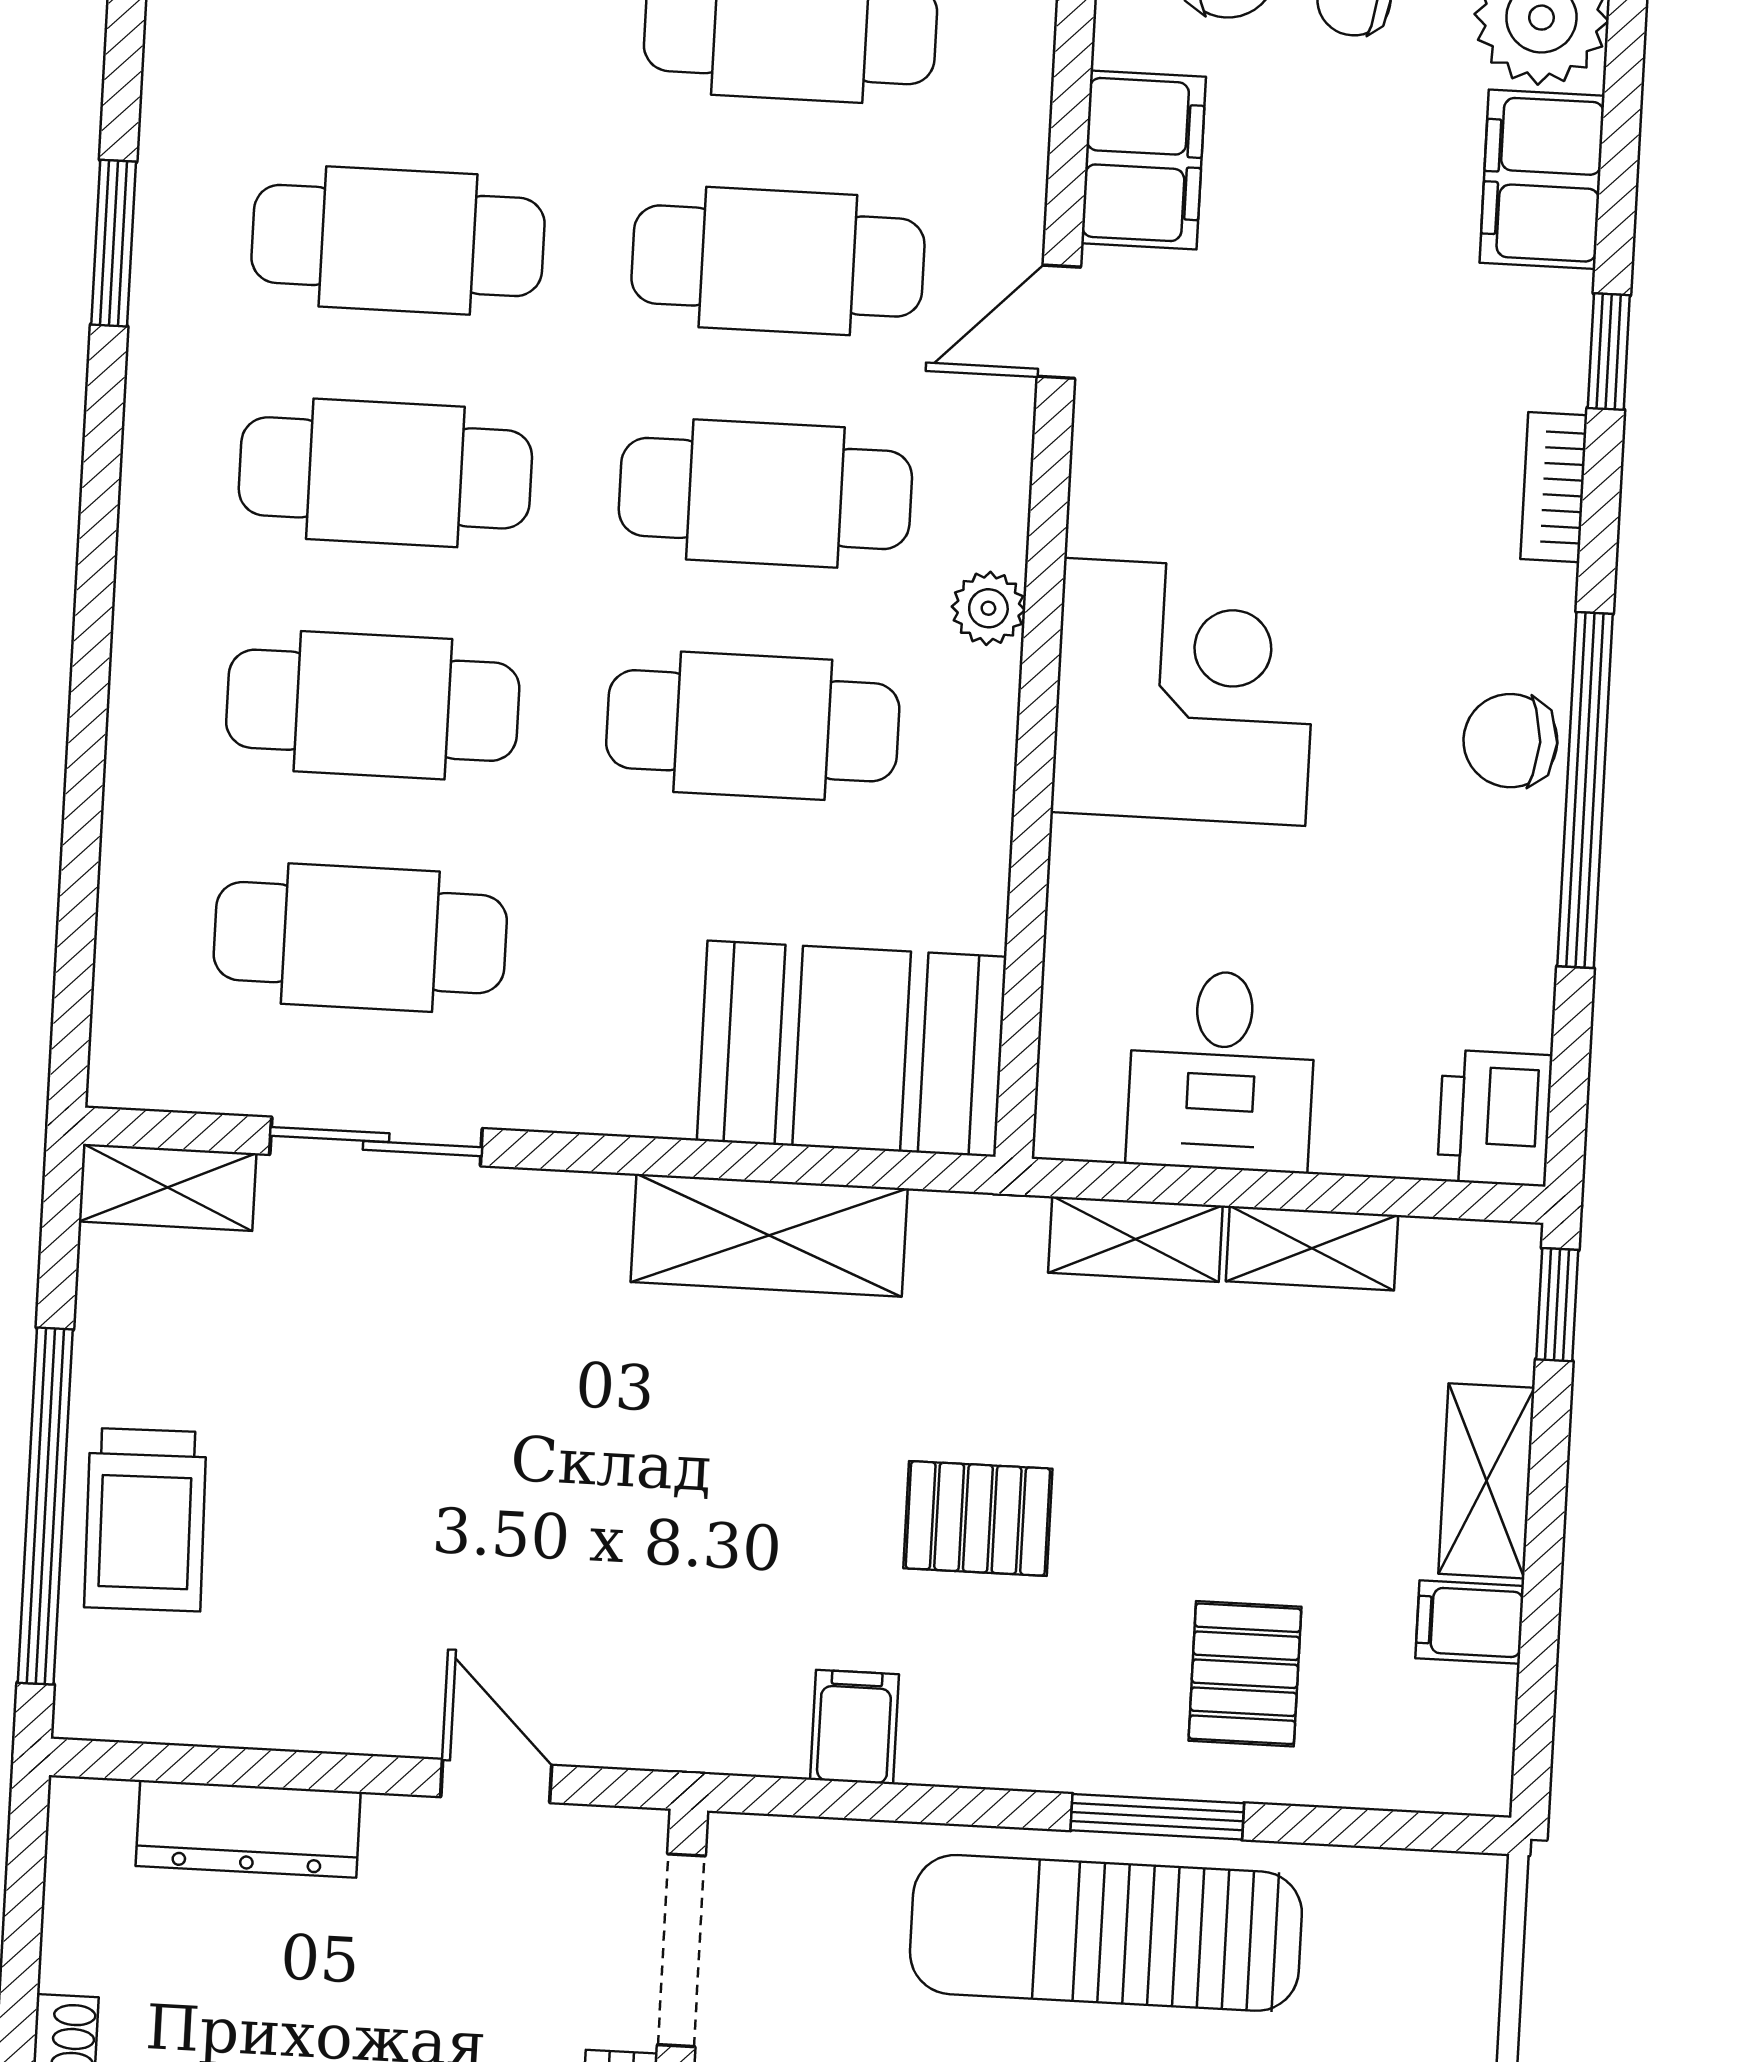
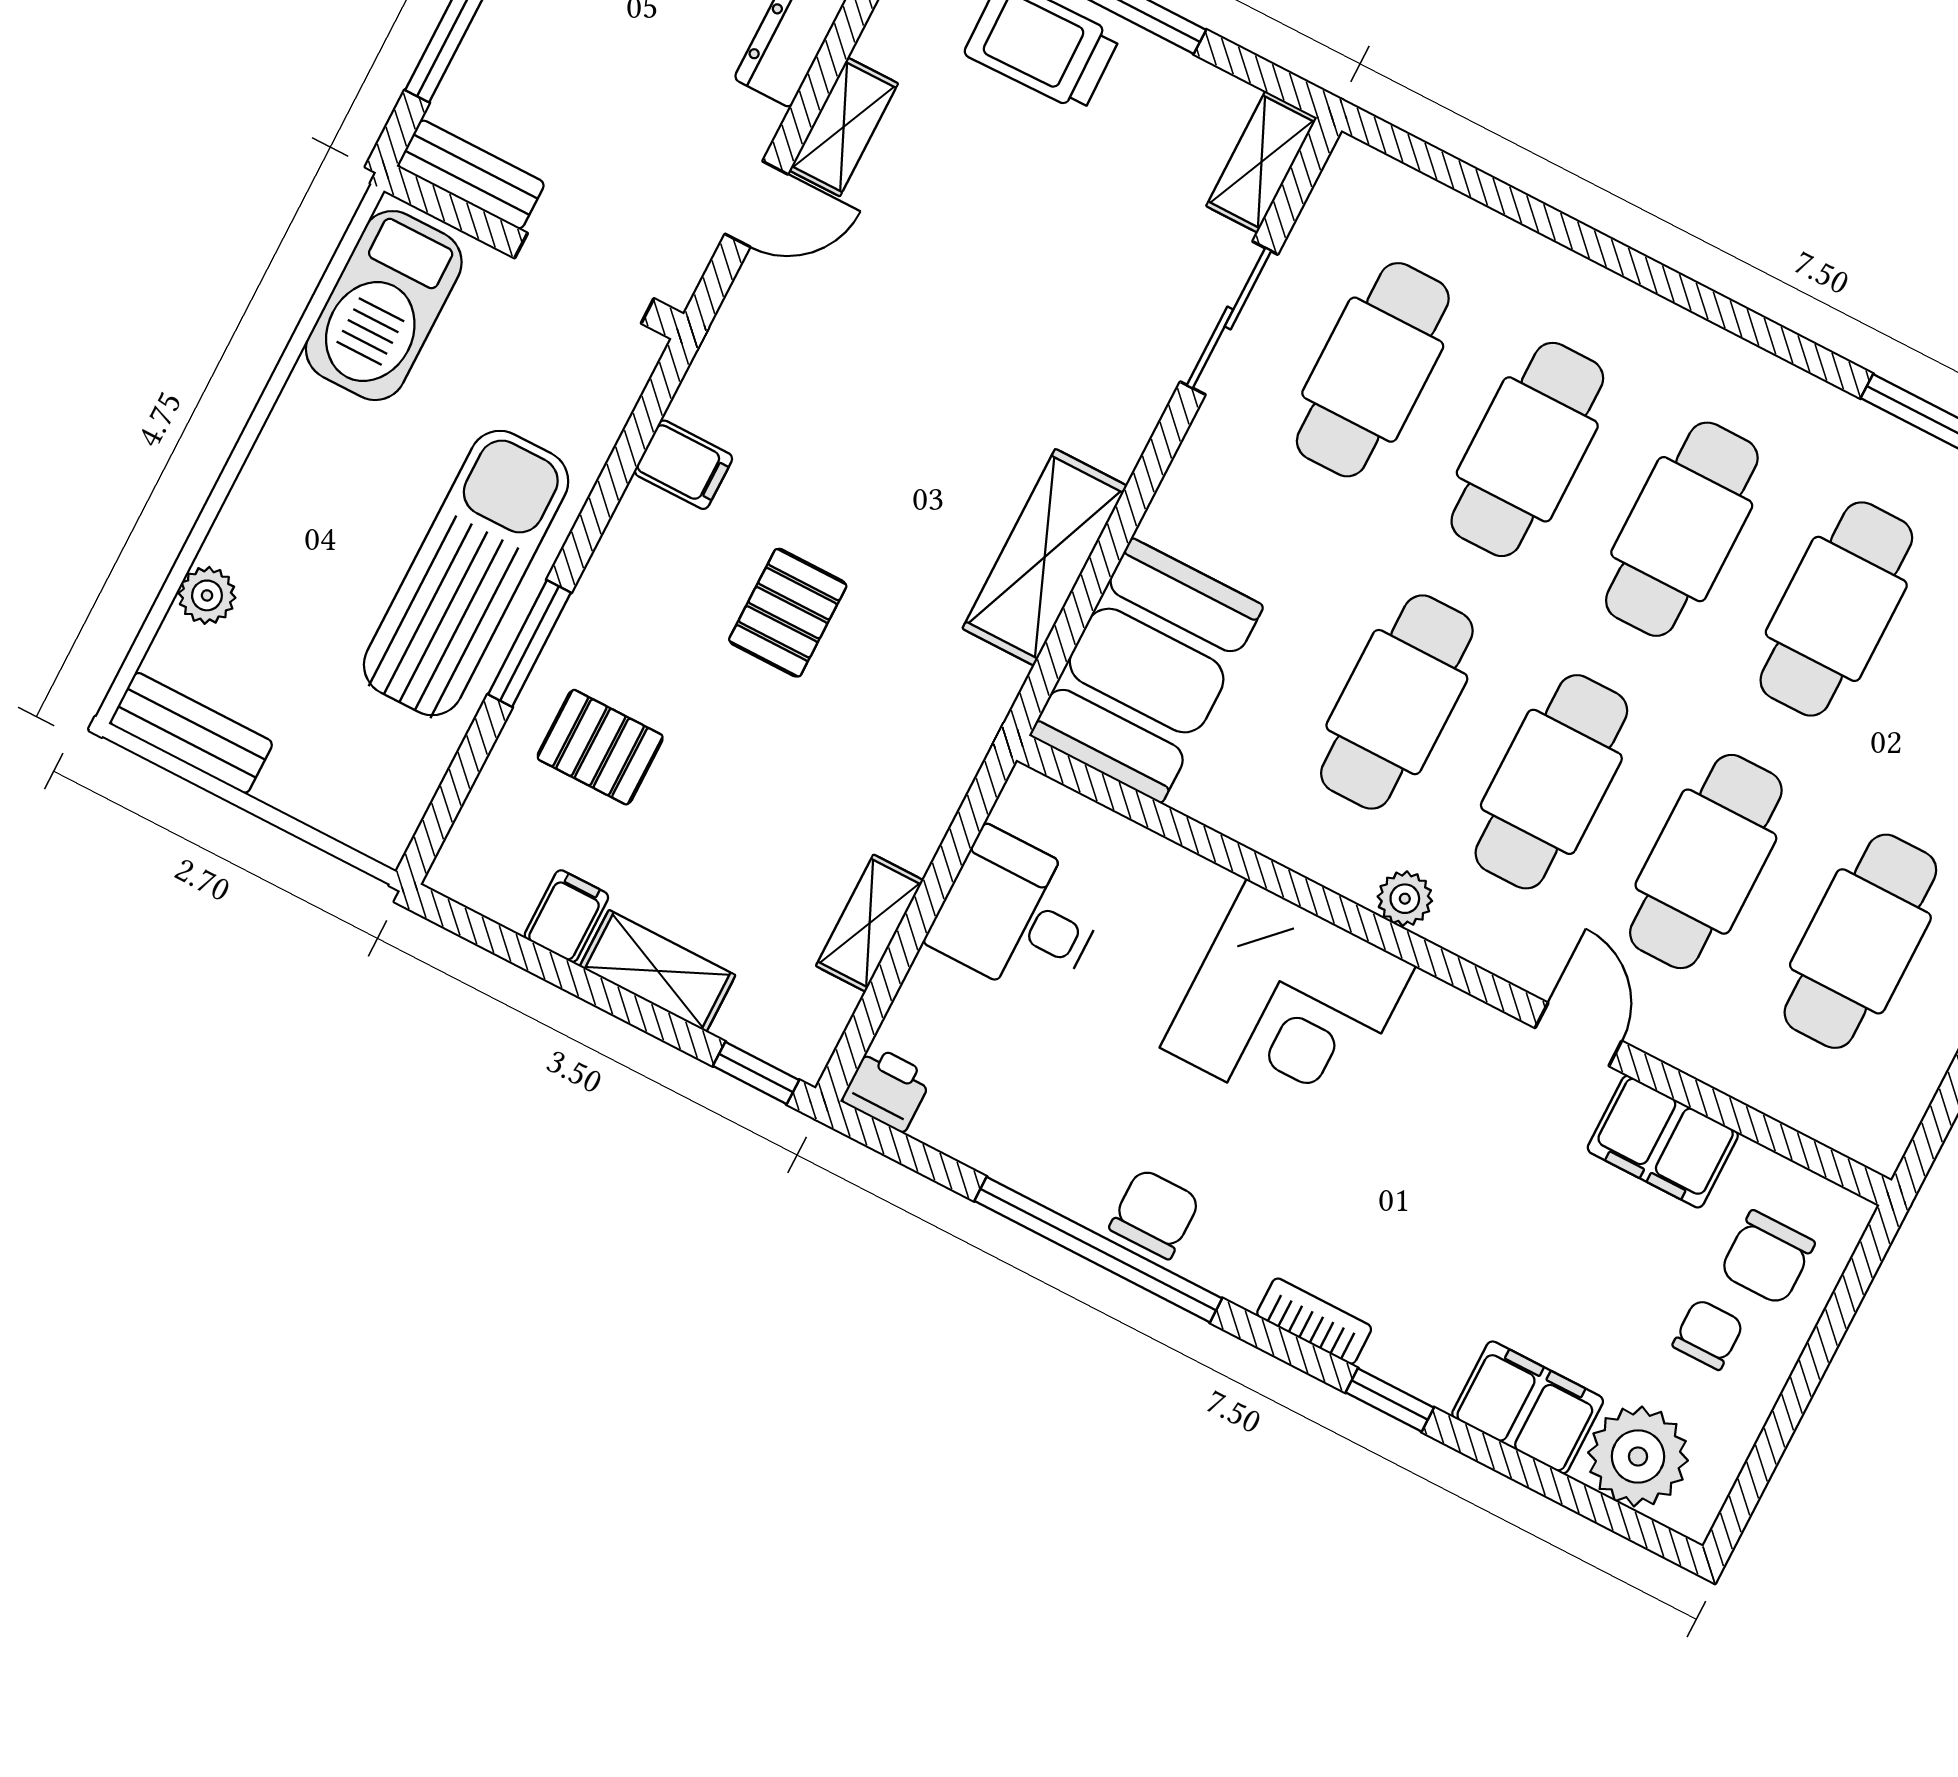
printer: (1495, 1118) -> (887, 1089), width x0.73, depth x0.81
shelving: (1135, 1239) -> (844, 127), moved

